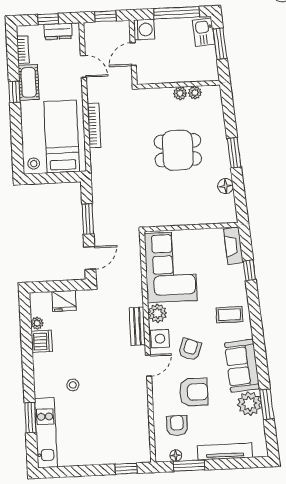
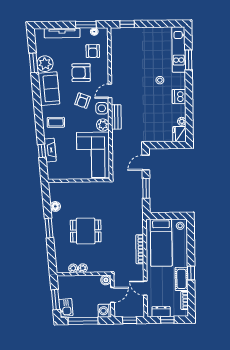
boiler: (144, 77) -> (106, 280), added
fireplace: (233, 246) -> (50, 150), moved
fridge: (64, 301) -> (179, 134), moved, turned -90
dishwasher: (42, 341) -> (179, 96), moved

